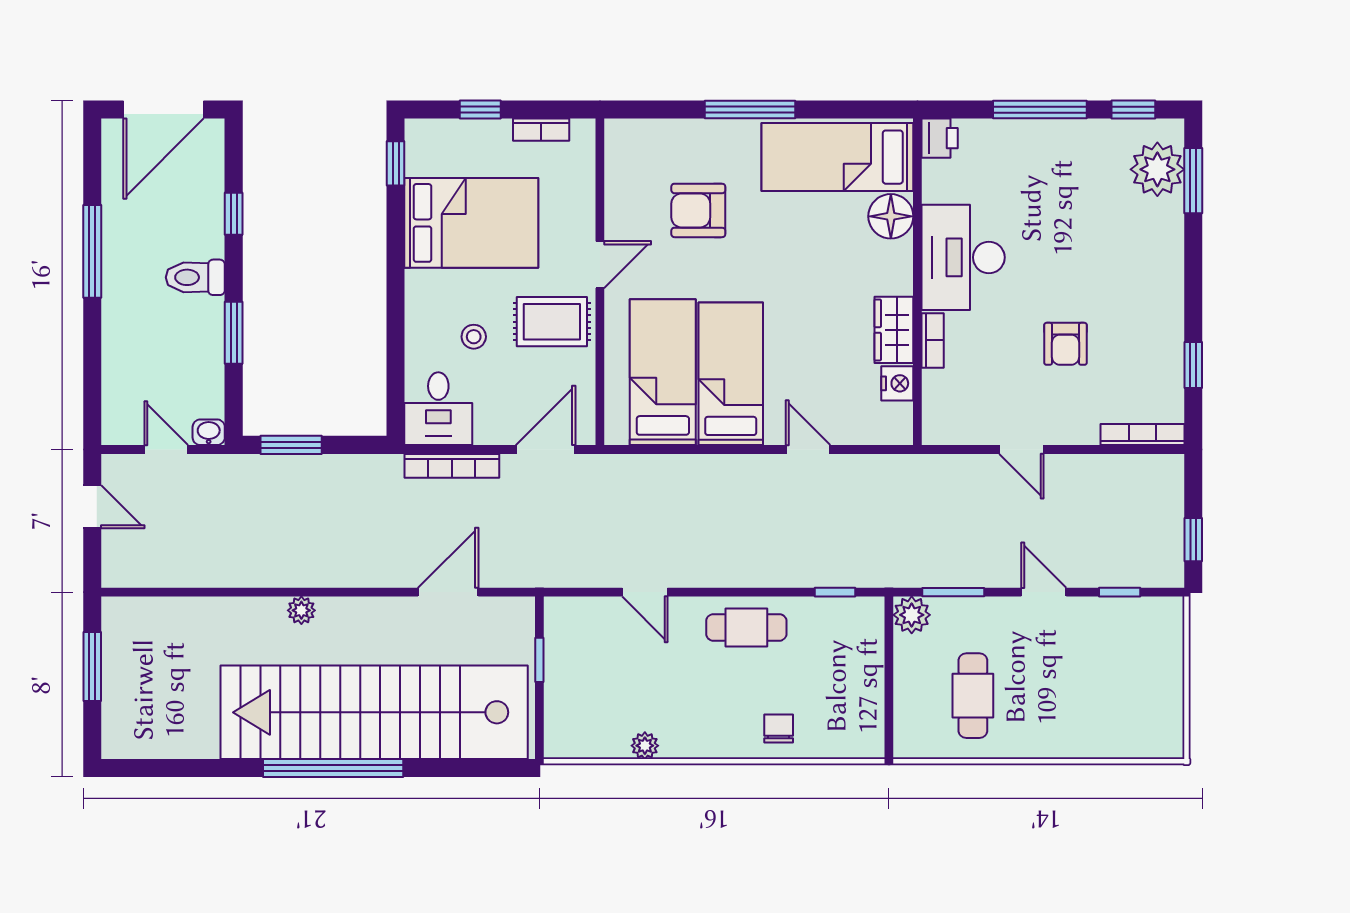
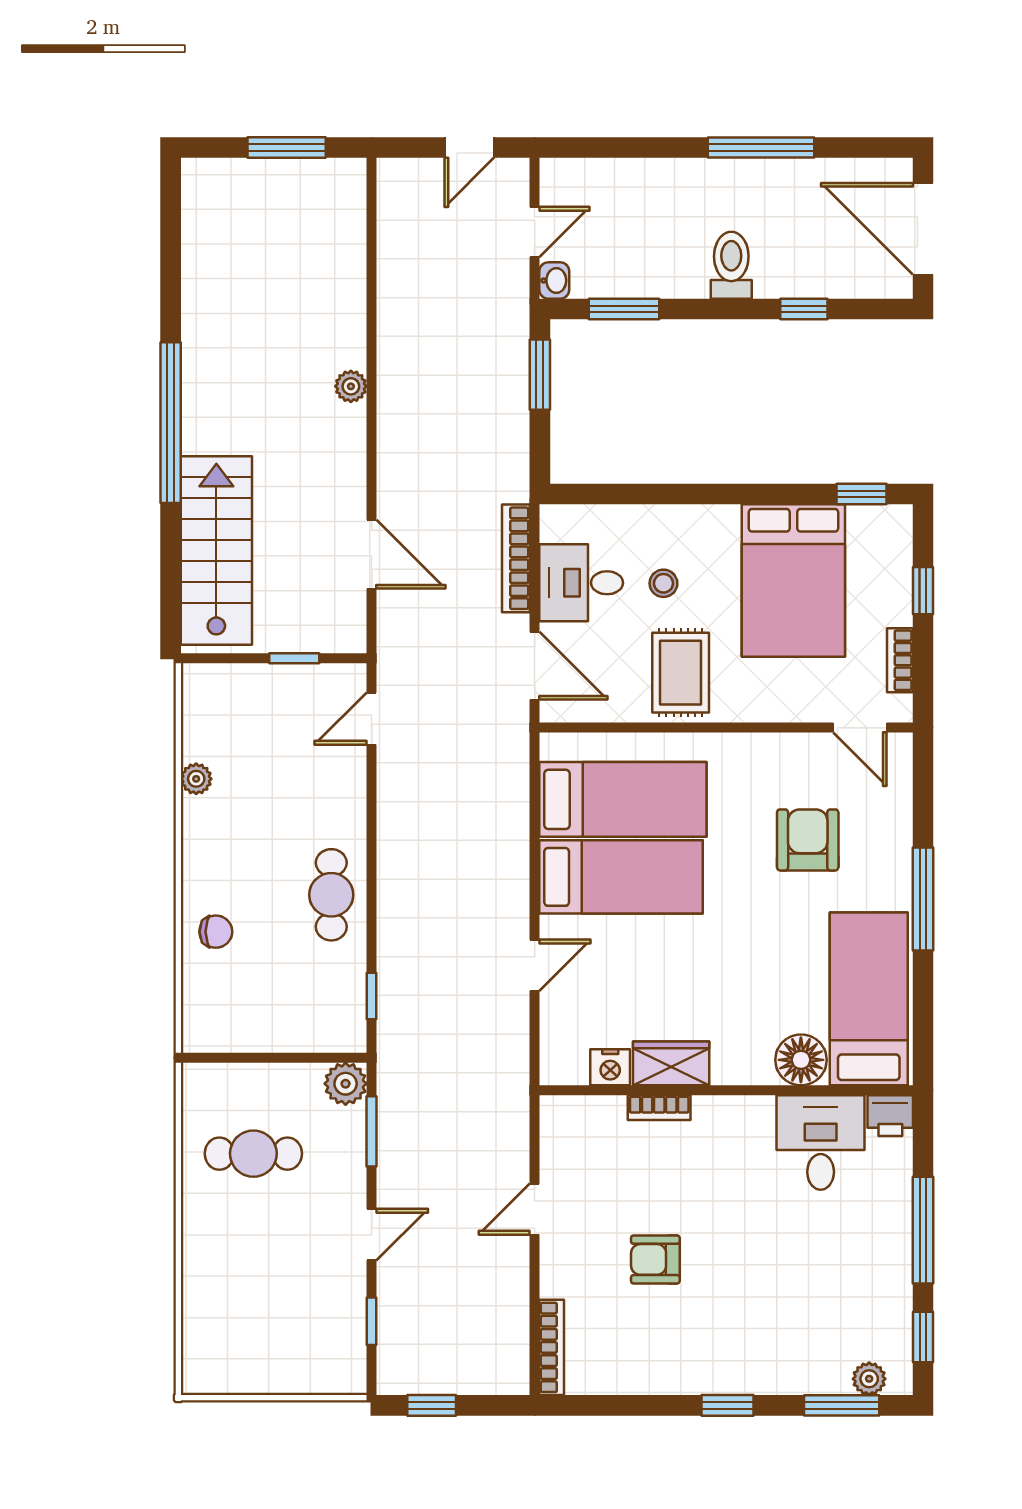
plant: (1157, 169) -> (869, 1379), width x0.53, depth x0.53
desk: (963, 257) -> (821, 1143), moved, width x0.73
door: (600, 265) -> (860, 728), moved
window: (234, 333) -> (624, 309), moved
window: (1193, 365) -> (727, 1405), moved
desk: (438, 409) -> (581, 583), moved
door: (645, 592) -> (372, 719), moved
stairs: (374, 712) -> (216, 550), width x0.54, depth x0.66

